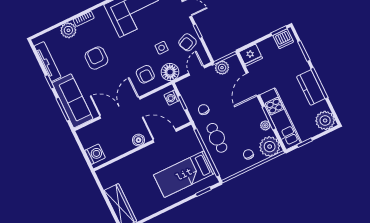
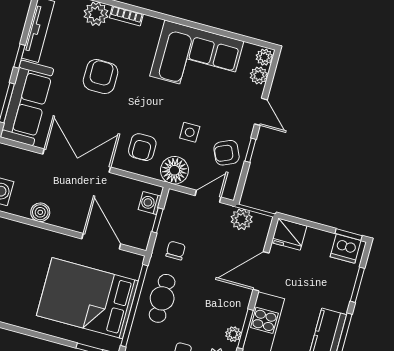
boiler: (138, 140) -> (40, 212), moved
bed: (184, 174) -> (87, 298), width x1.50

